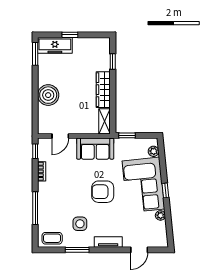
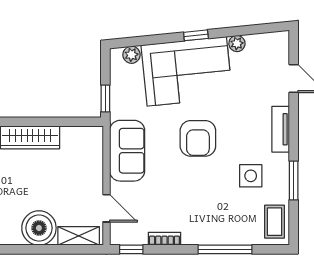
shelving: (105, 121) -> (79, 236), moved

